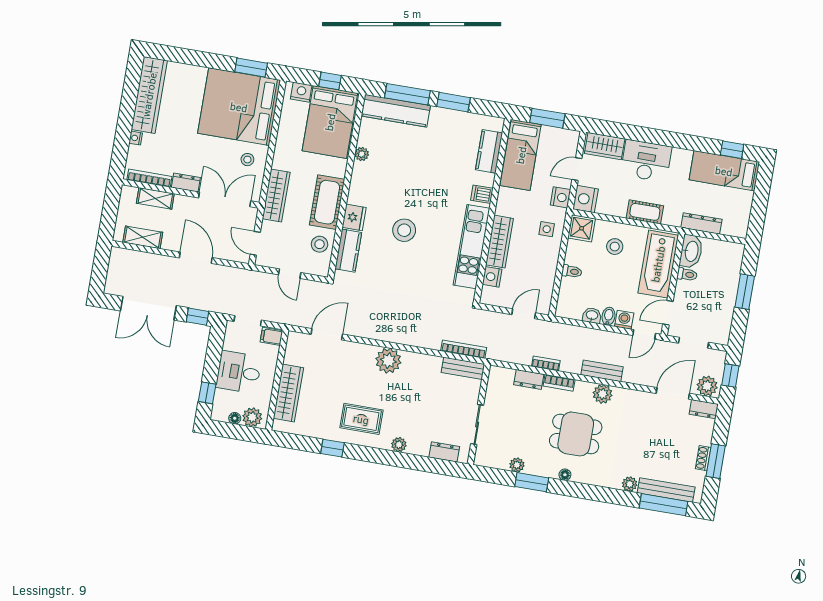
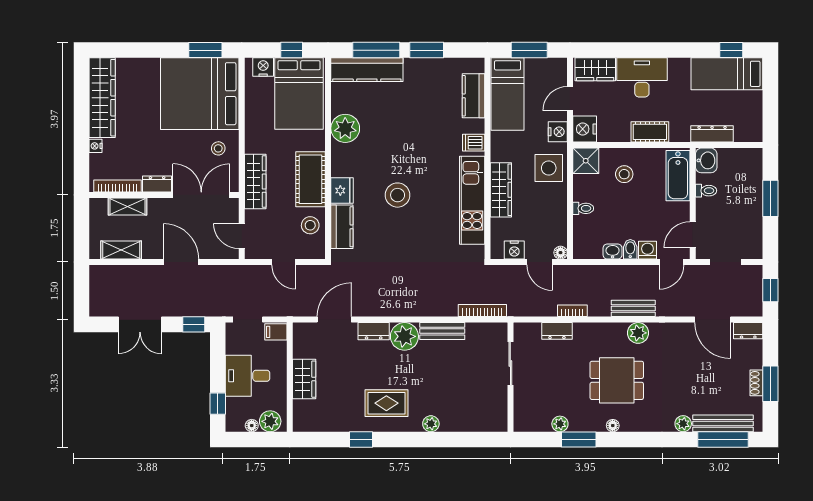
plant: (362, 154) -> (345, 128), width x1.88, depth x1.88
side table: (547, 229) -> (549, 168), width x1.87, depth x1.87
washbasin: (691, 251) -> (706, 160), width x0.72
bathtub: (658, 264) -> (678, 176), width x0.73, depth x0.73
nightstand: (492, 277) -> (514, 250), moved, turned -90
double door: (148, 308) -> (140, 324), width x0.73
floor lamp: (544, 308) -> (560, 253), added
door: (524, 314) -> (540, 262), swing flipped
bench: (463, 368) -> (442, 331), moved
bookcase: (559, 383) -> (590, 329), removed
plant: (707, 386) -> (748, 306), removed
wardrobe: (288, 393) -> (304, 379), width x0.67
door: (673, 393) -> (713, 320), swing flipped
sliding door: (477, 424) -> (510, 364), moved
dresser: (444, 452) -> (374, 331), moved, turned 180

